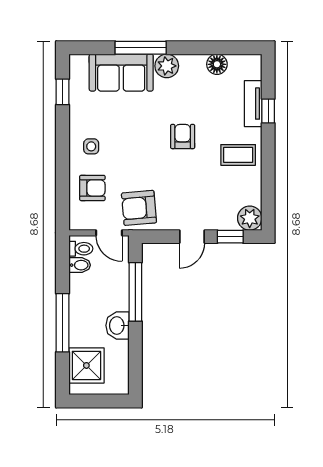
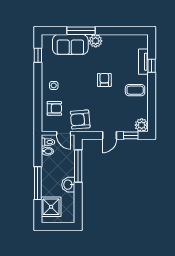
floor lamp: (217, 64) -> (123, 40), removed

